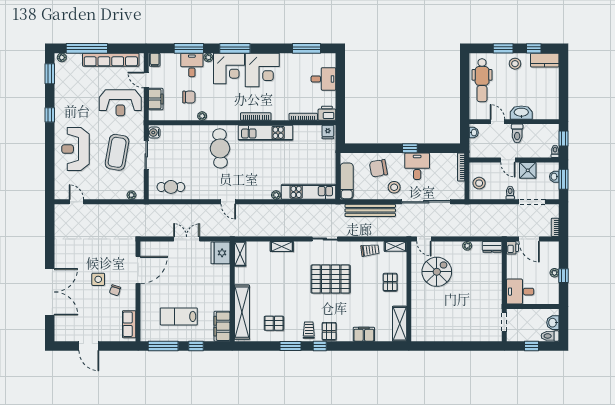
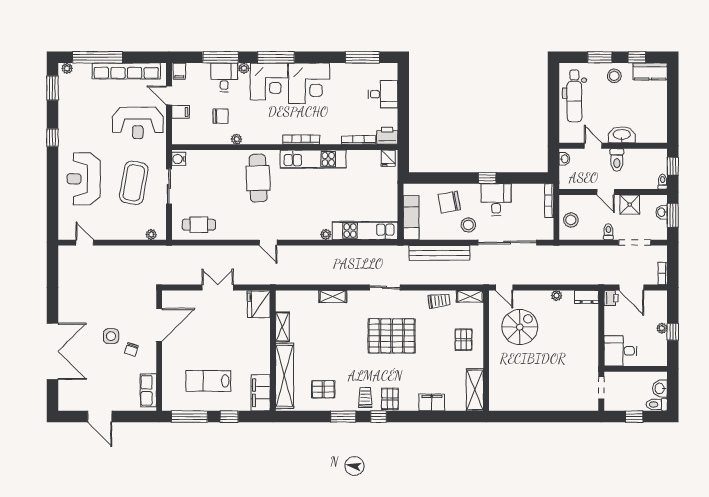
filing cabinet: (156, 99) -> (180, 112), width x0.50
shelving: (240, 254) -> (282, 327), moved

